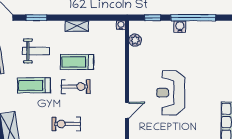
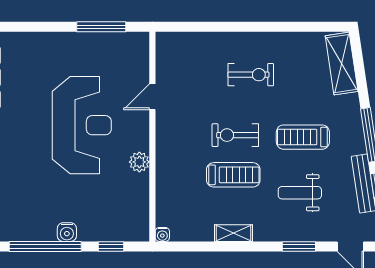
plant: (135, 40) -> (139, 162), moved
treadmill: (34, 85) -> (303, 137), turned 180
reception desk: (171, 93) -> (82, 125), width x1.36, depth x1.30

